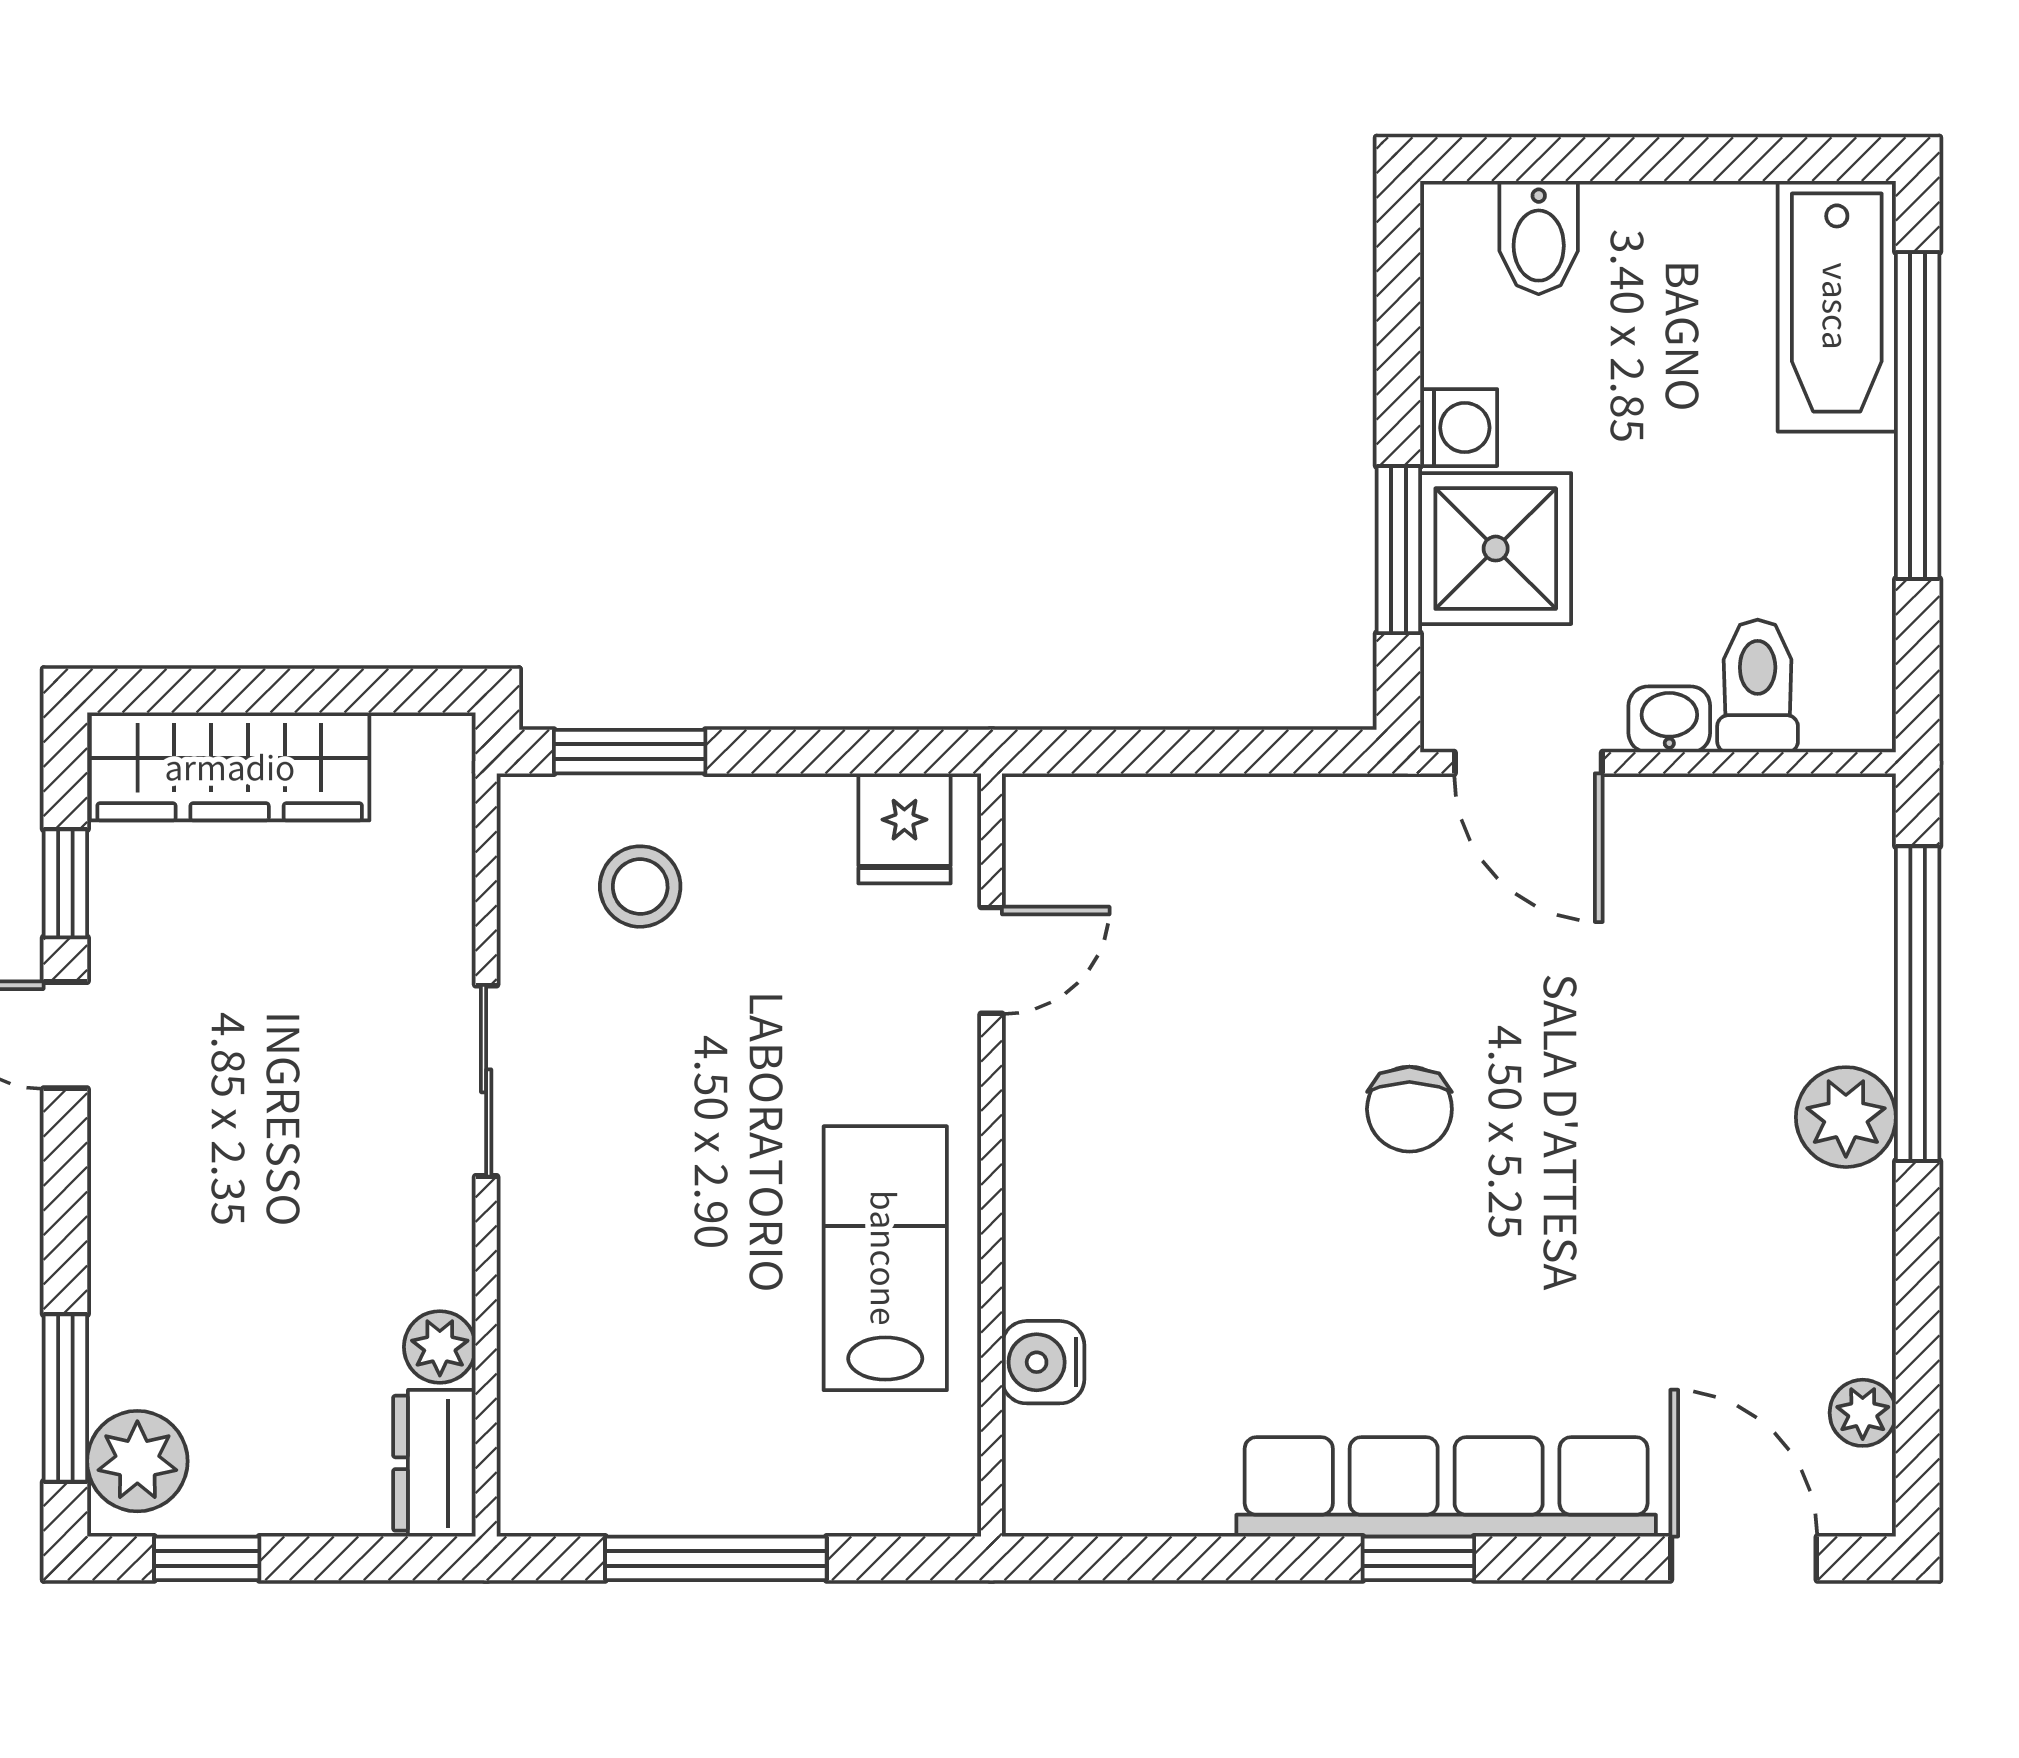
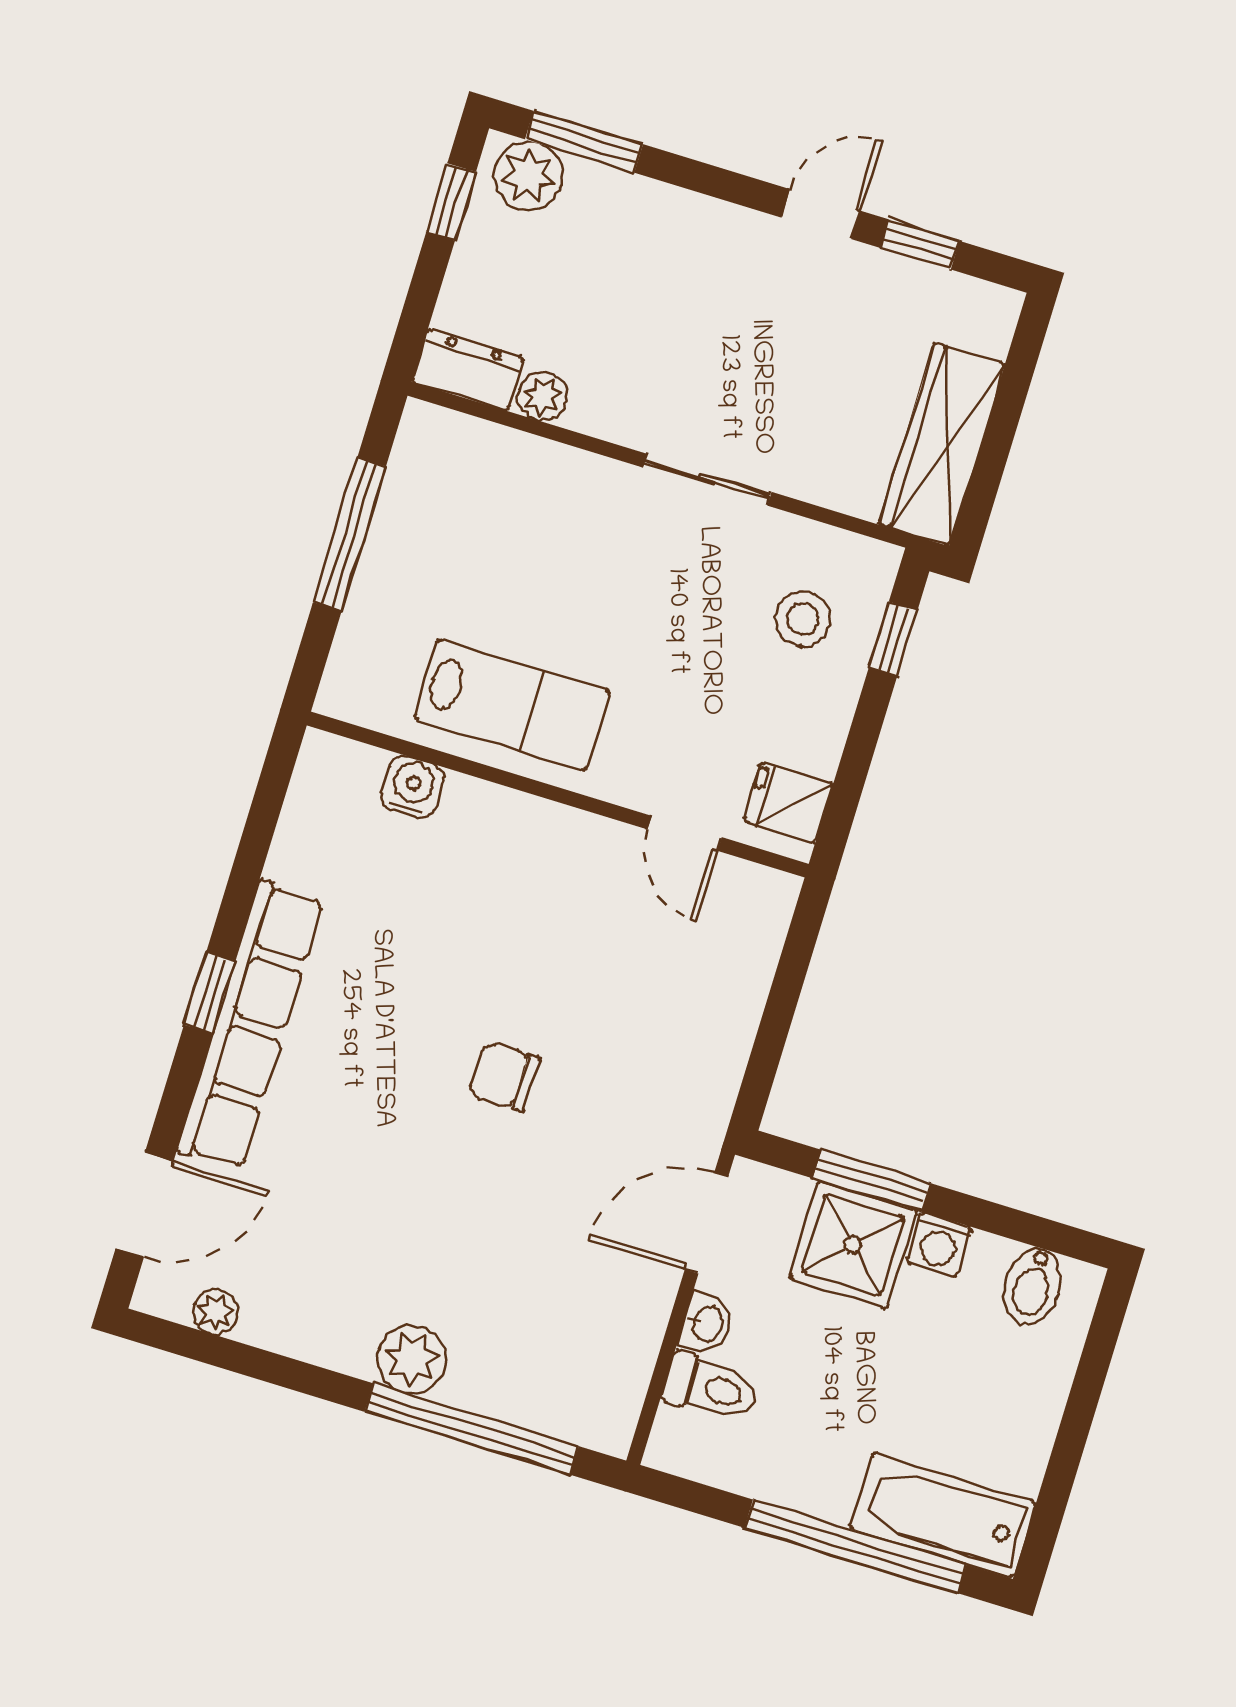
bidet: (1539, 238) -> (1032, 1286), moved, turned -90
window: (630, 752) -> (893, 639), width x0.67
wardrobe: (230, 766) -> (942, 444), moved

